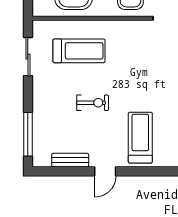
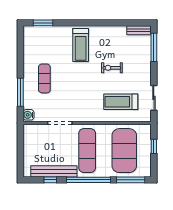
bench: (70, 160) -> (139, 30), moved
door: (105, 171) -> (104, 23), removed

